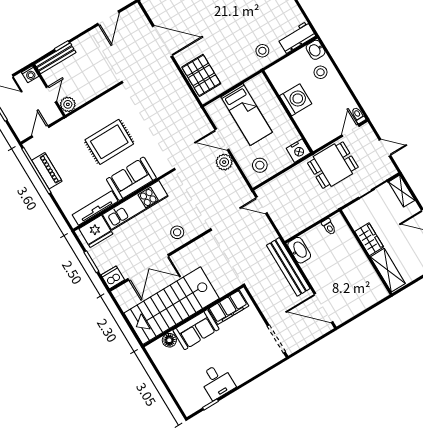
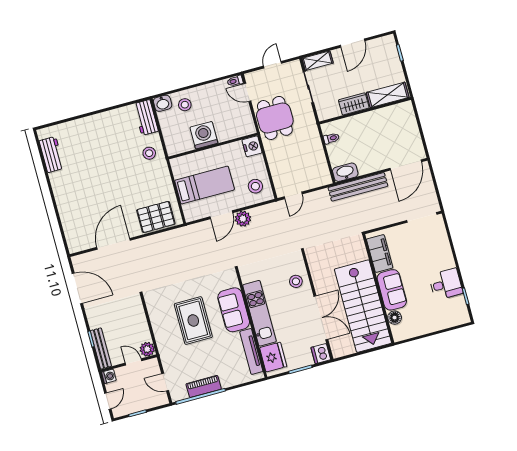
door: (108, 18) -> (77, 288), width x1.36

